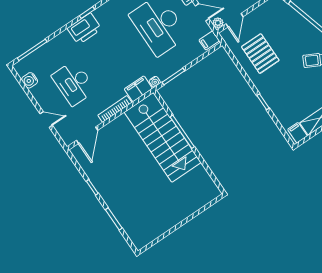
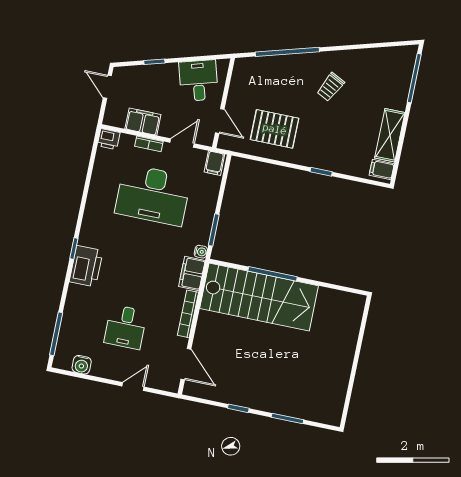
plant: (218, 23) -> (207, 139), removed
desk: (74, 83) -> (126, 327), width x0.73

